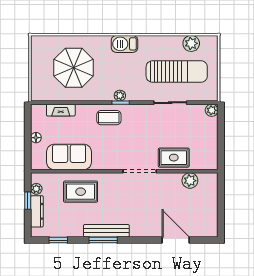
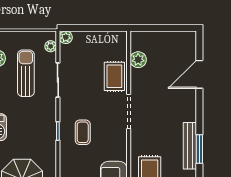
sun lounger: (177, 71) -> (26, 73), width x0.73, depth x0.75
plant: (120, 96) -> (51, 46), moved
coffee table: (109, 118) -> (83, 132), moved

